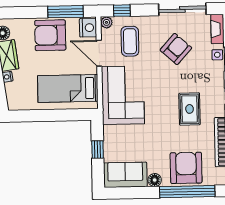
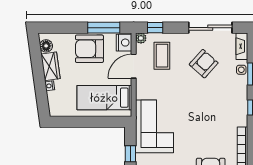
door: (99, 53) -> (134, 66), hinge flipped
corner sofa: (123, 95) -> (154, 126), moved
rug: (190, 109) -> (215, 119), removed

